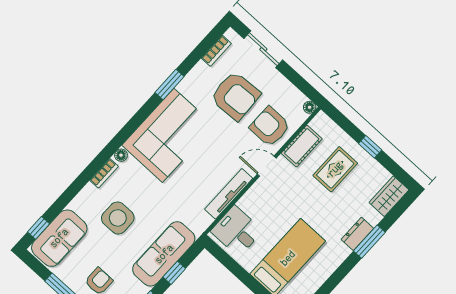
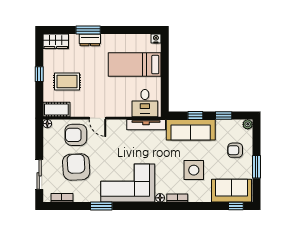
armchair: (270, 127) -> (76, 135), turned 90
cot: (302, 146) -> (56, 110), moved
tv unit: (229, 194) -> (146, 125), moved

